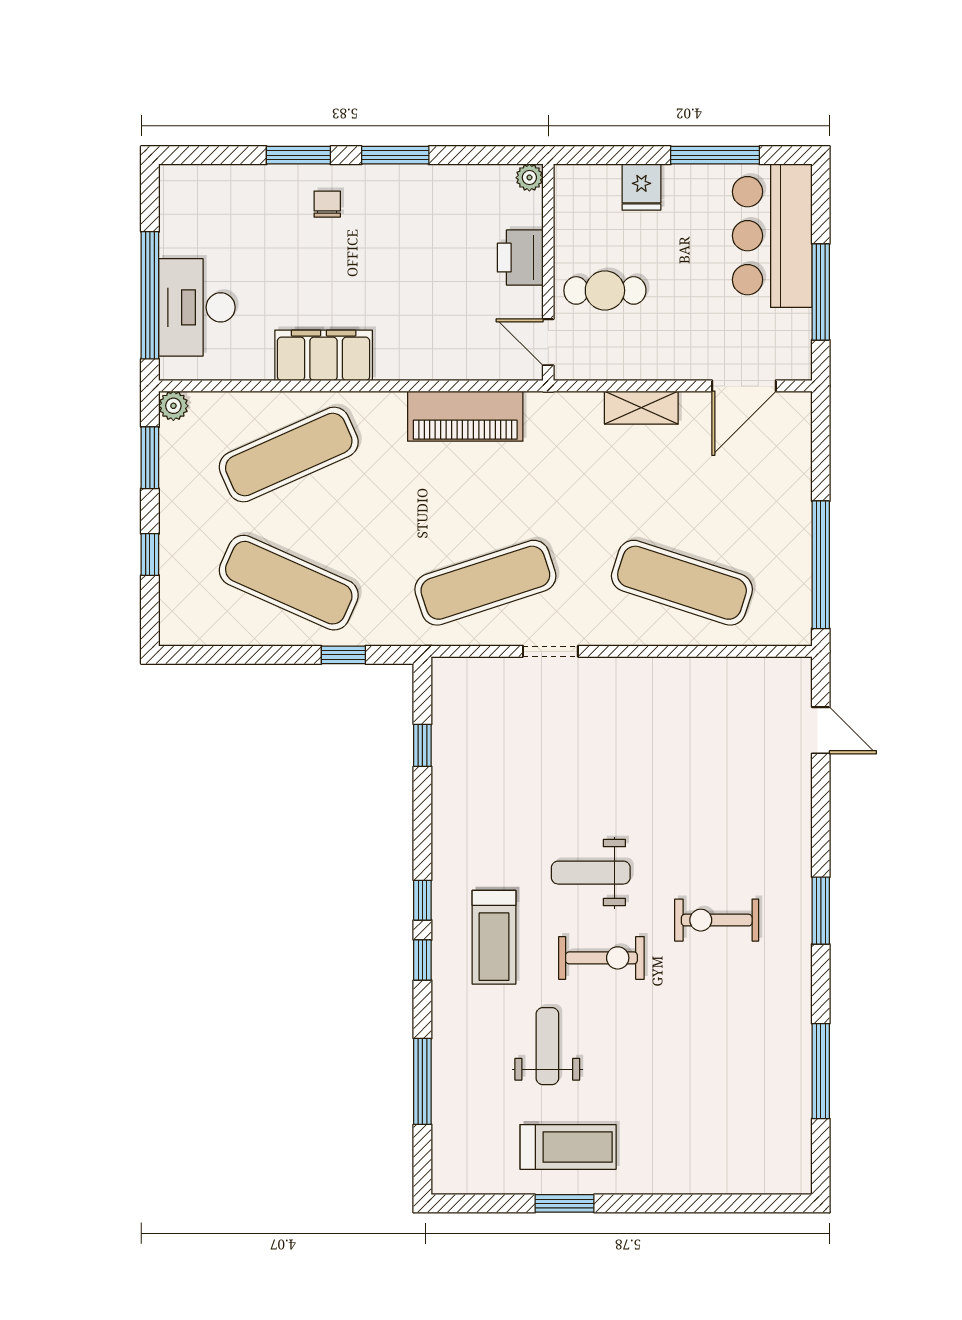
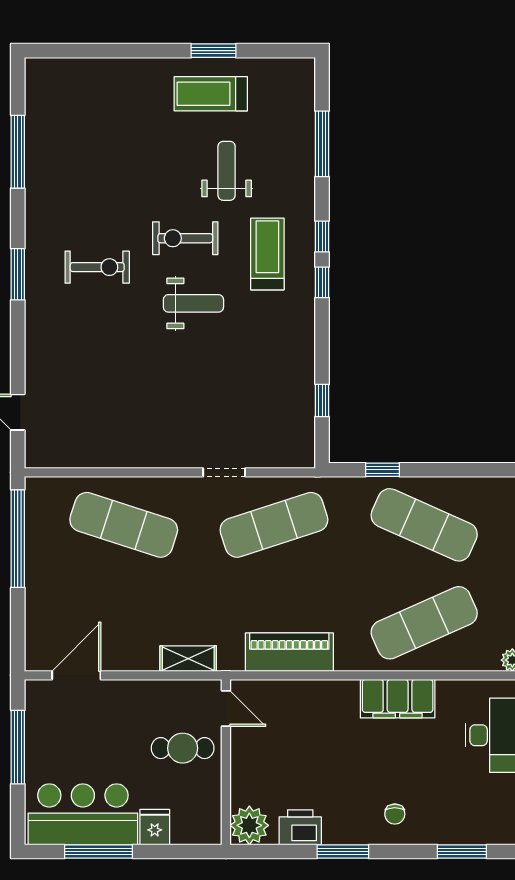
window: (298, 155) -> (462, 851), moved
plant: (529, 178) -> (249, 825), width x1.87, depth x1.87
bar counter: (772, 236) -> (83, 814), moved, turned -90
printer: (520, 258) -> (300, 827), moved, turned -90
shelving: (641, 408) -> (188, 659), moved
weight bench: (547, 1046) -> (227, 171), turned 180

